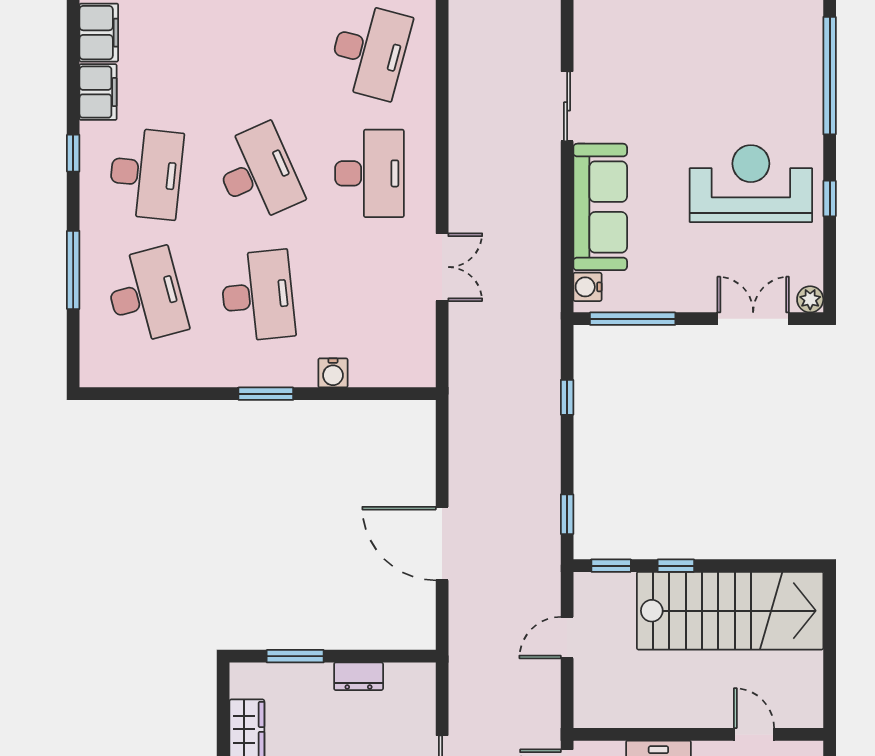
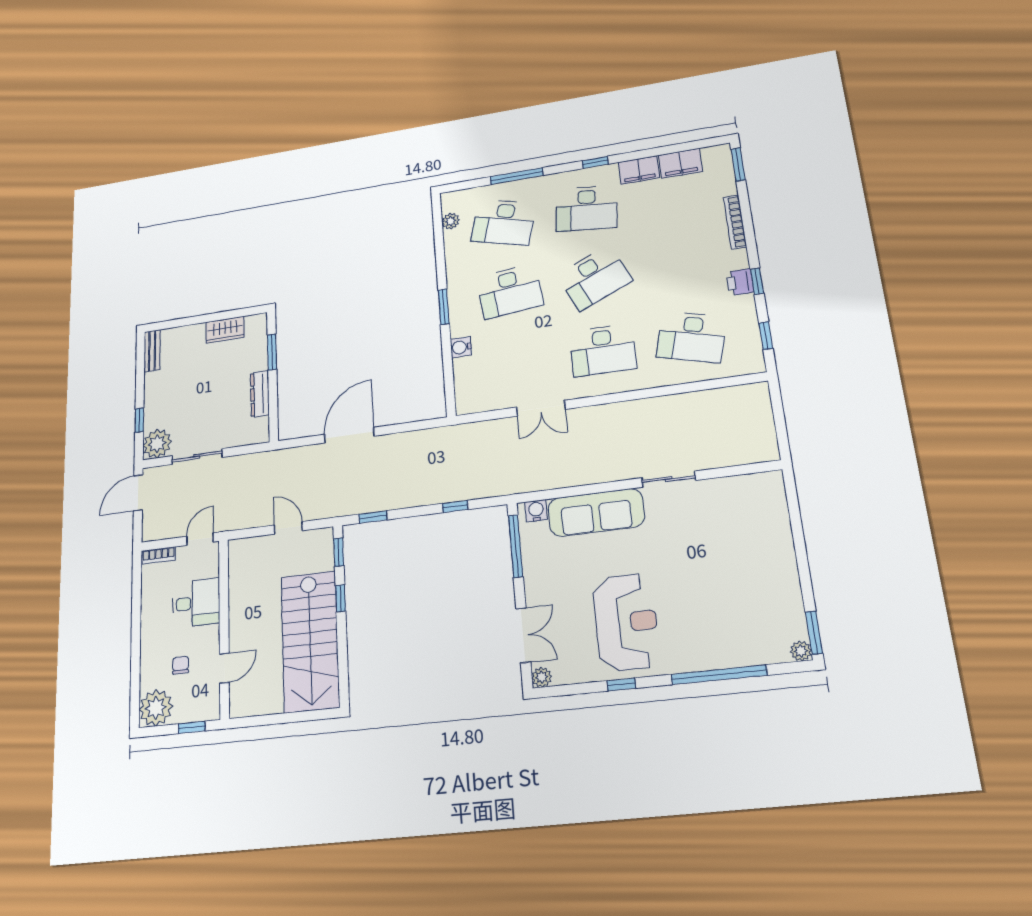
desk: (146, 296) -> (504, 222), turned 30
plant: (129, 374) -> (451, 221), added
dresser: (359, 676) -> (260, 394), width x1.44

